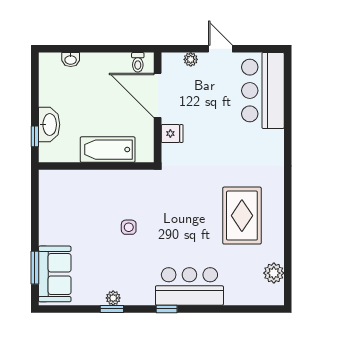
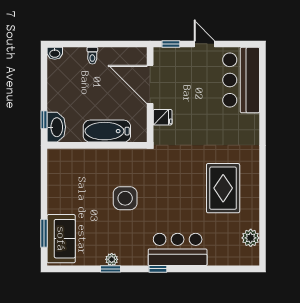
window: (182, 49) -> (171, 44), added
plant: (191, 59) -> (179, 53), removed
washbasin: (71, 60) -> (55, 53), moved
toilet: (138, 62) -> (92, 56), moved
washbasin: (49, 125) -> (56, 127), moved
side table: (129, 227) -> (125, 198), width x1.87, depth x1.87

